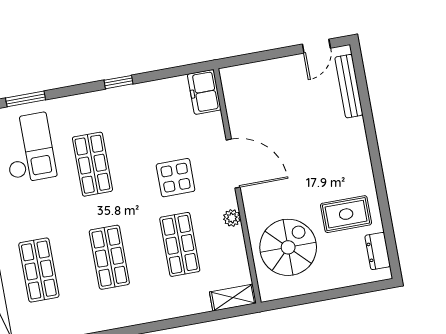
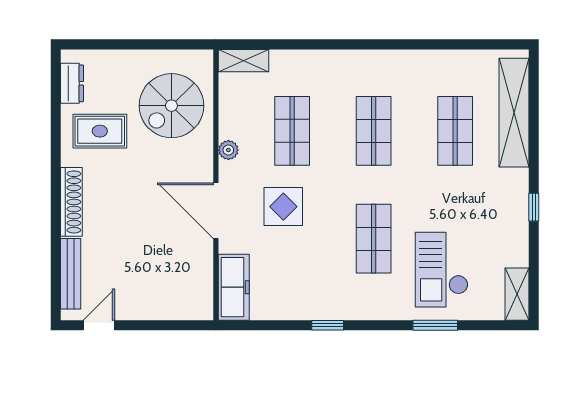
freezer: (204, 92) -> (234, 287), width x1.40
shoe rack: (360, 148) -> (71, 202), added

